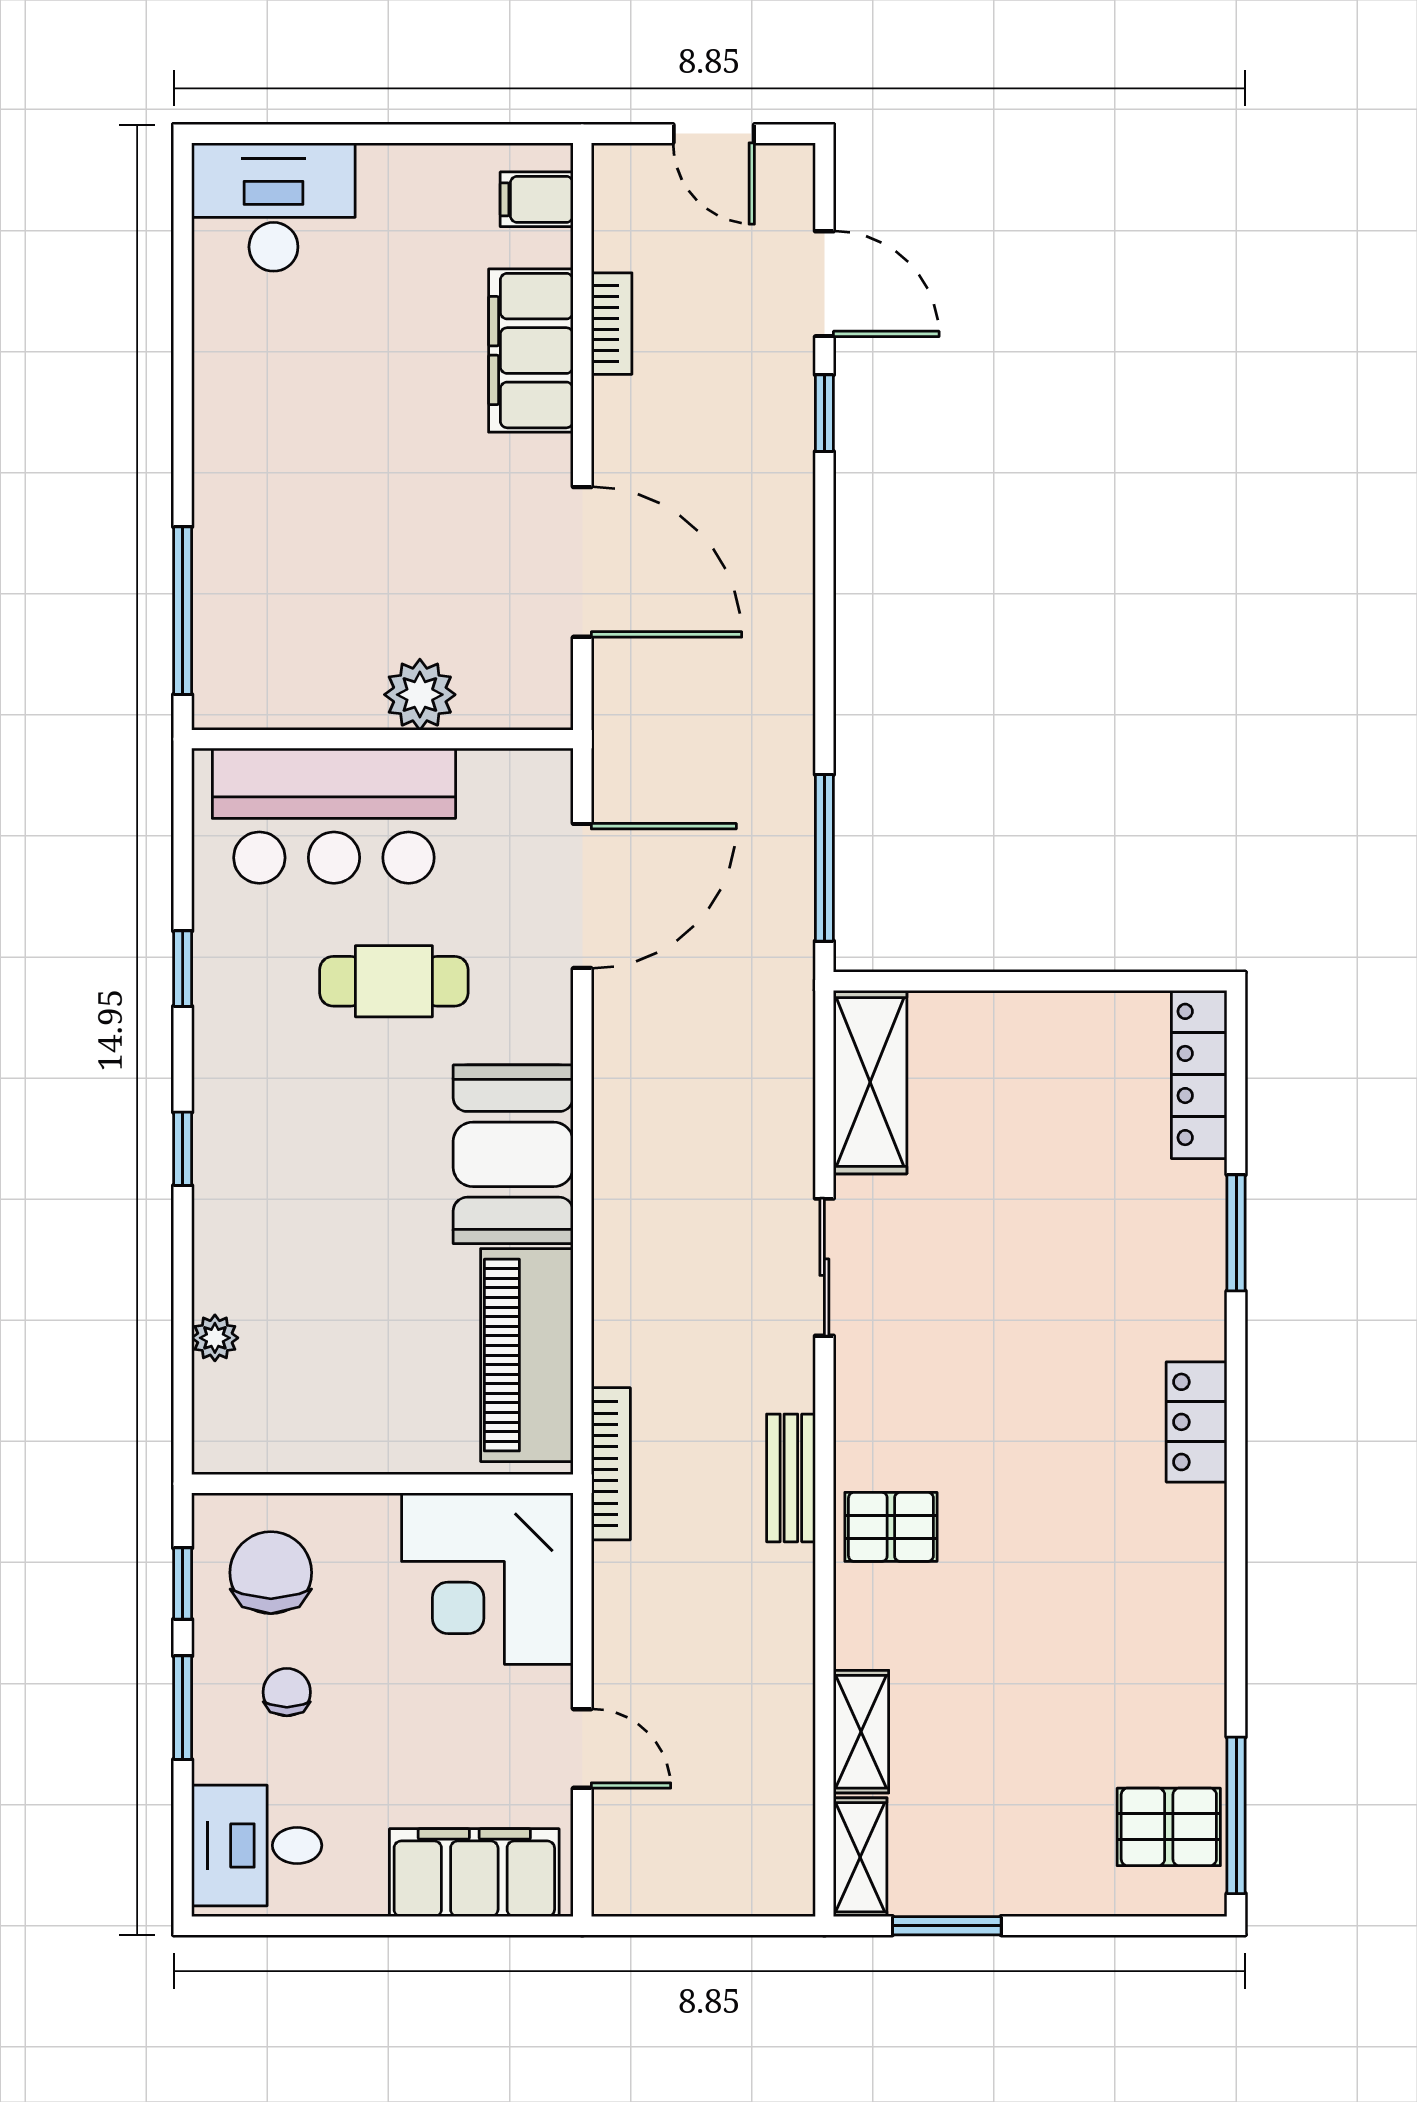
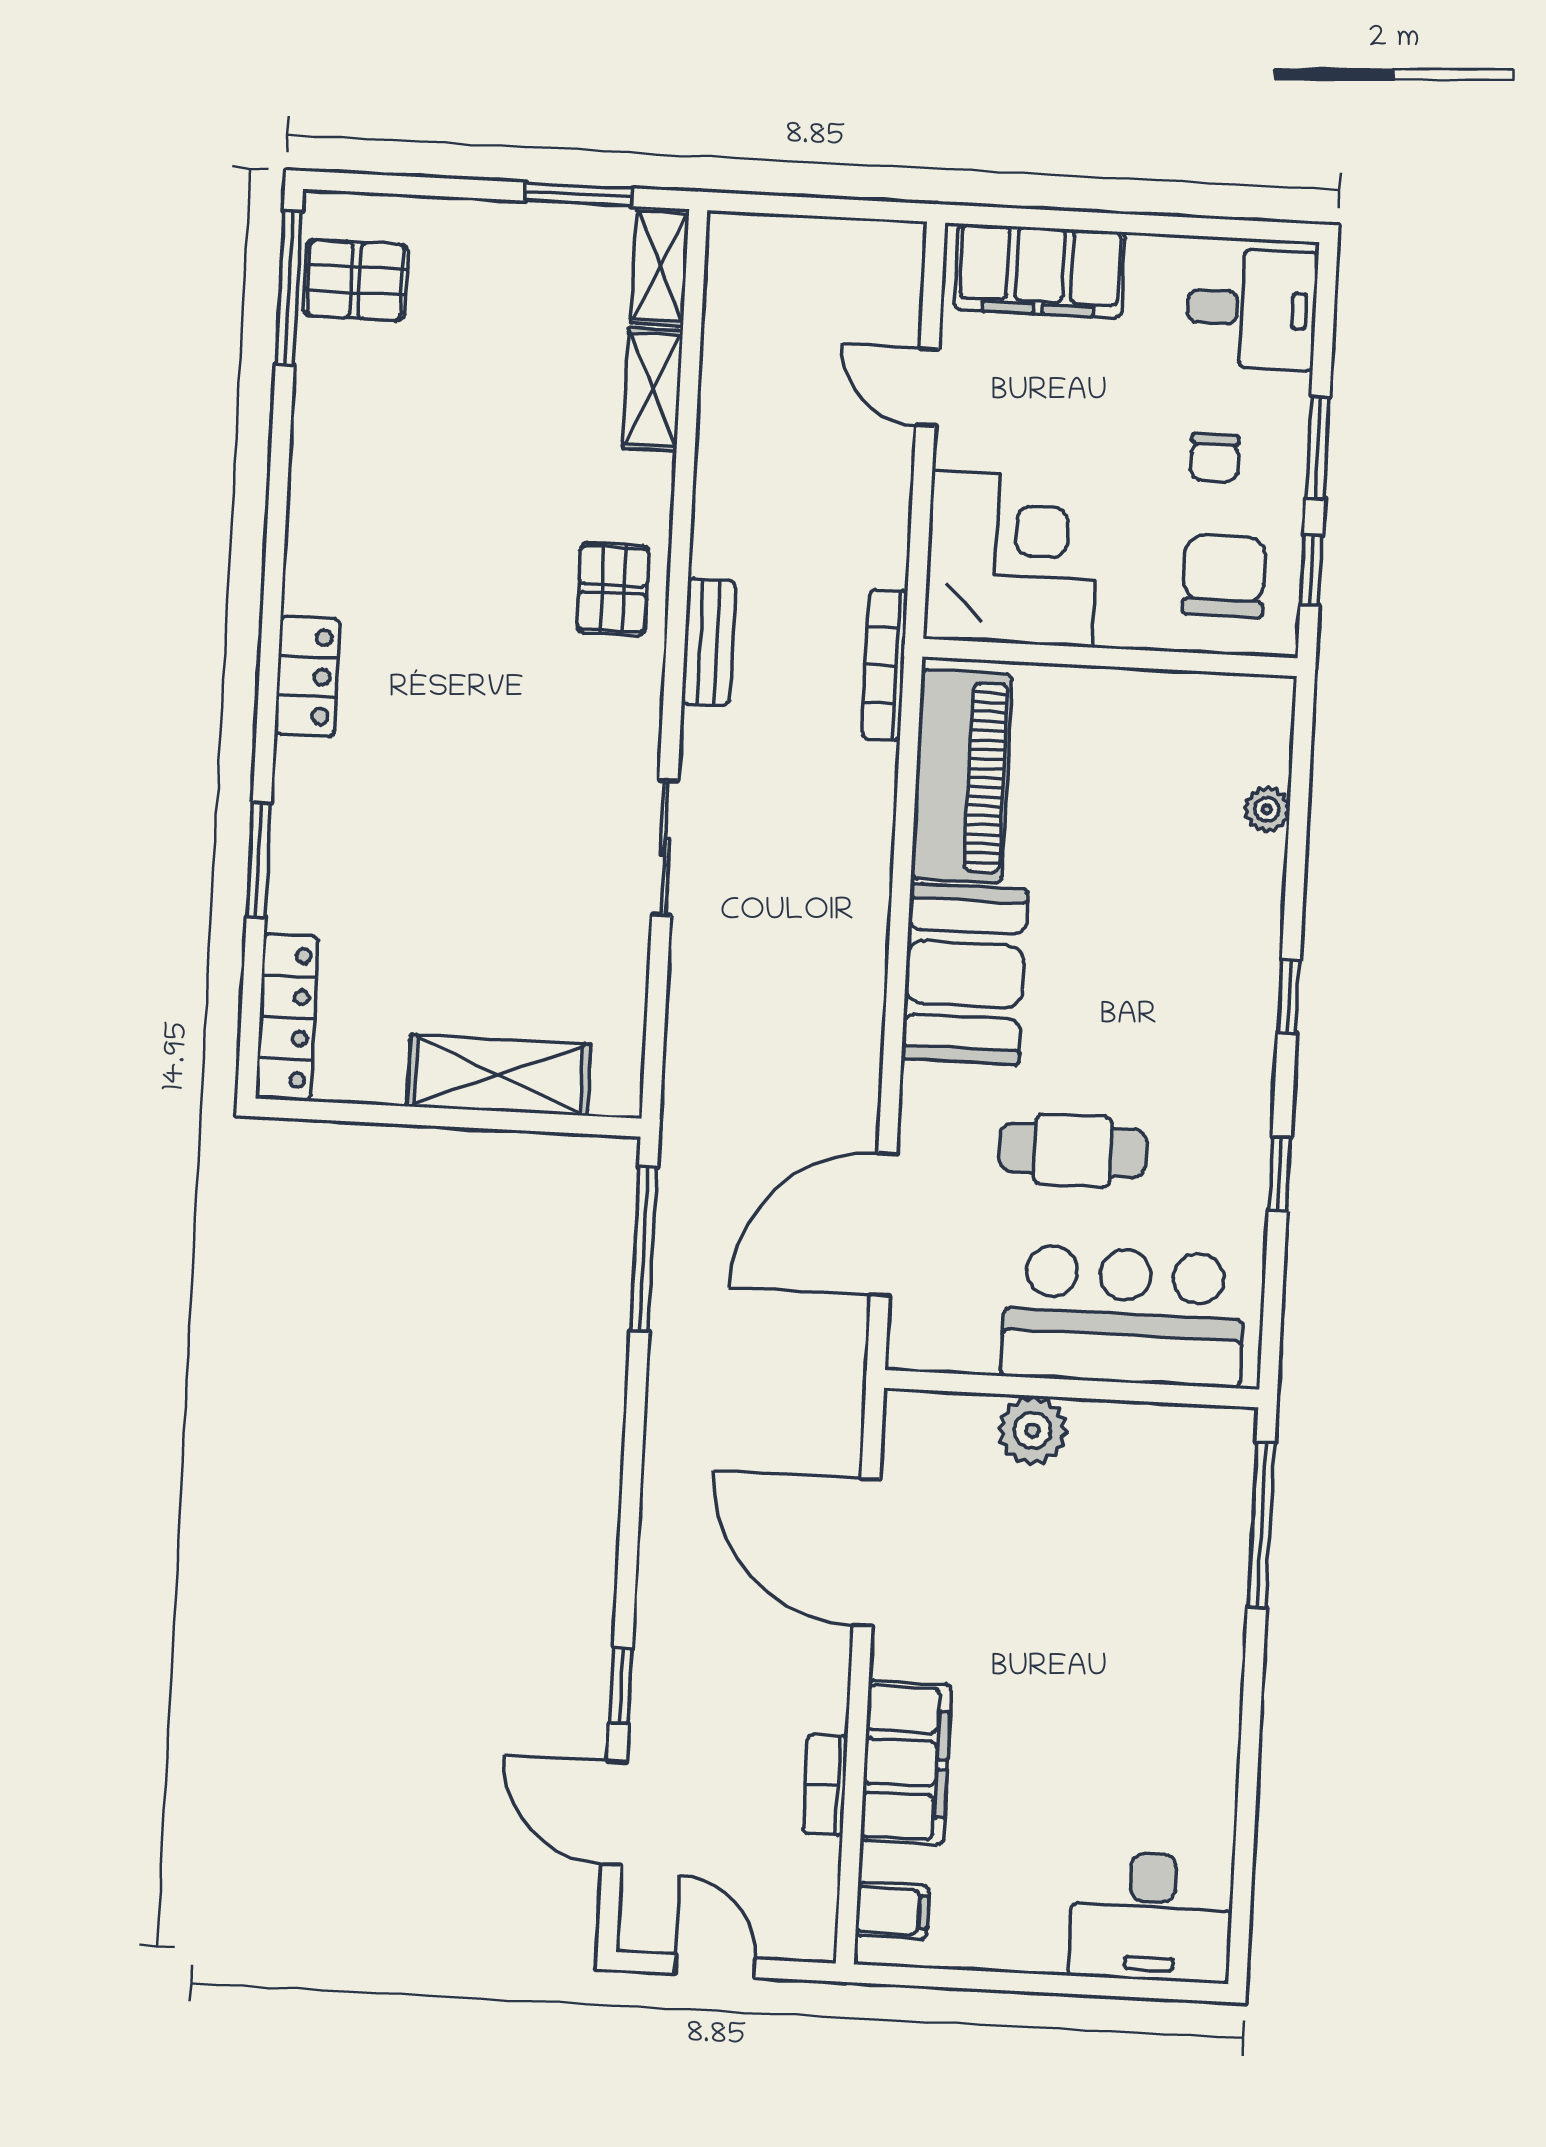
shelving: (870, 1082) -> (499, 1075), moved, turned 90
pallet: (891, 1527) -> (613, 589), turned 90
chair: (271, 1573) -> (1224, 576), turned 180

